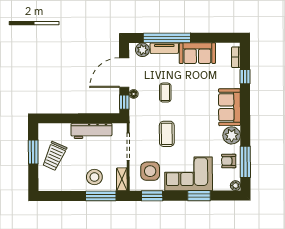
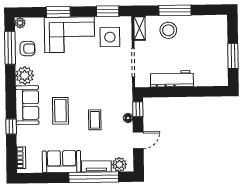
door: (124, 73) -> (138, 140), width x0.53
window: (245, 77) -> (11, 127), moved
coffee table: (167, 134) -> (60, 111), moved
trolley: (54, 156) -> (211, 52), removed
window: (101, 196) -> (175, 10), moved

